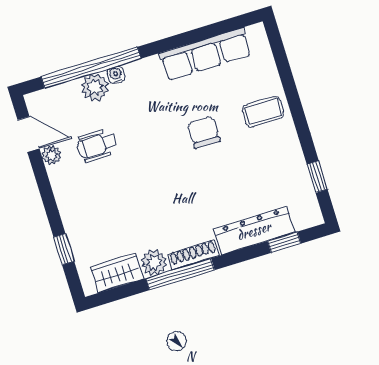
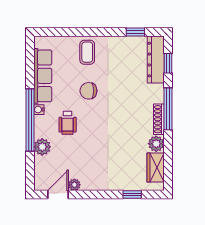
window: (91, 68) -> (30, 120), moved
water cooler: (116, 75) -> (39, 110), moved
wheelchair: (97, 145) -> (68, 123), moved
dresser: (254, 231) -> (156, 60), moved
window: (180, 274) -> (168, 109), moved

